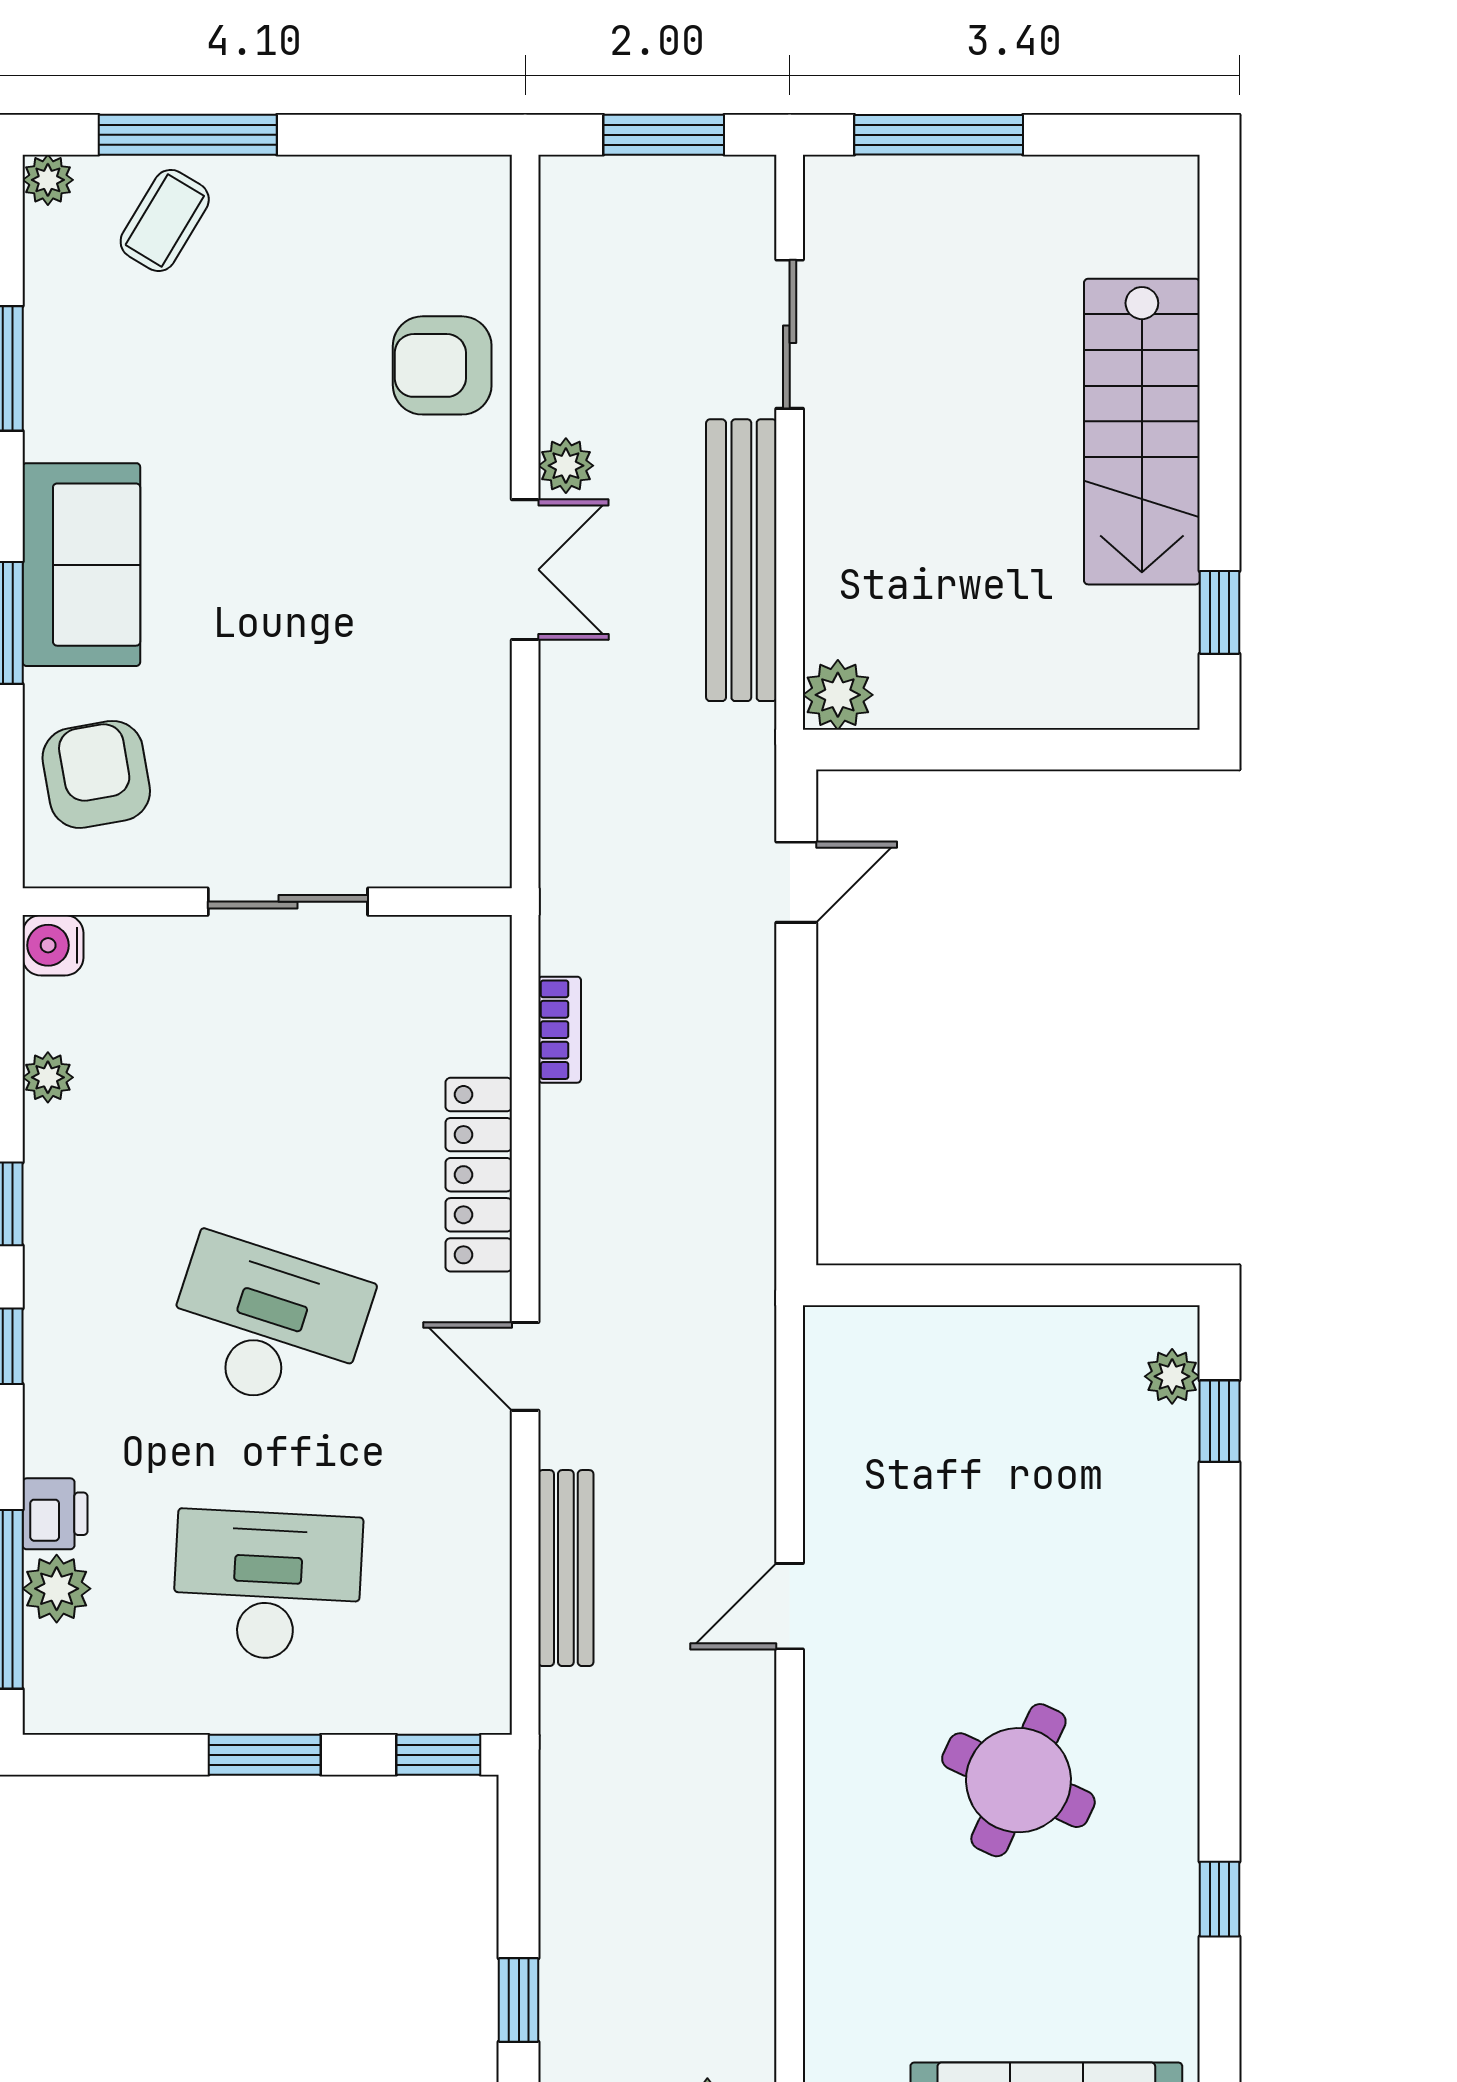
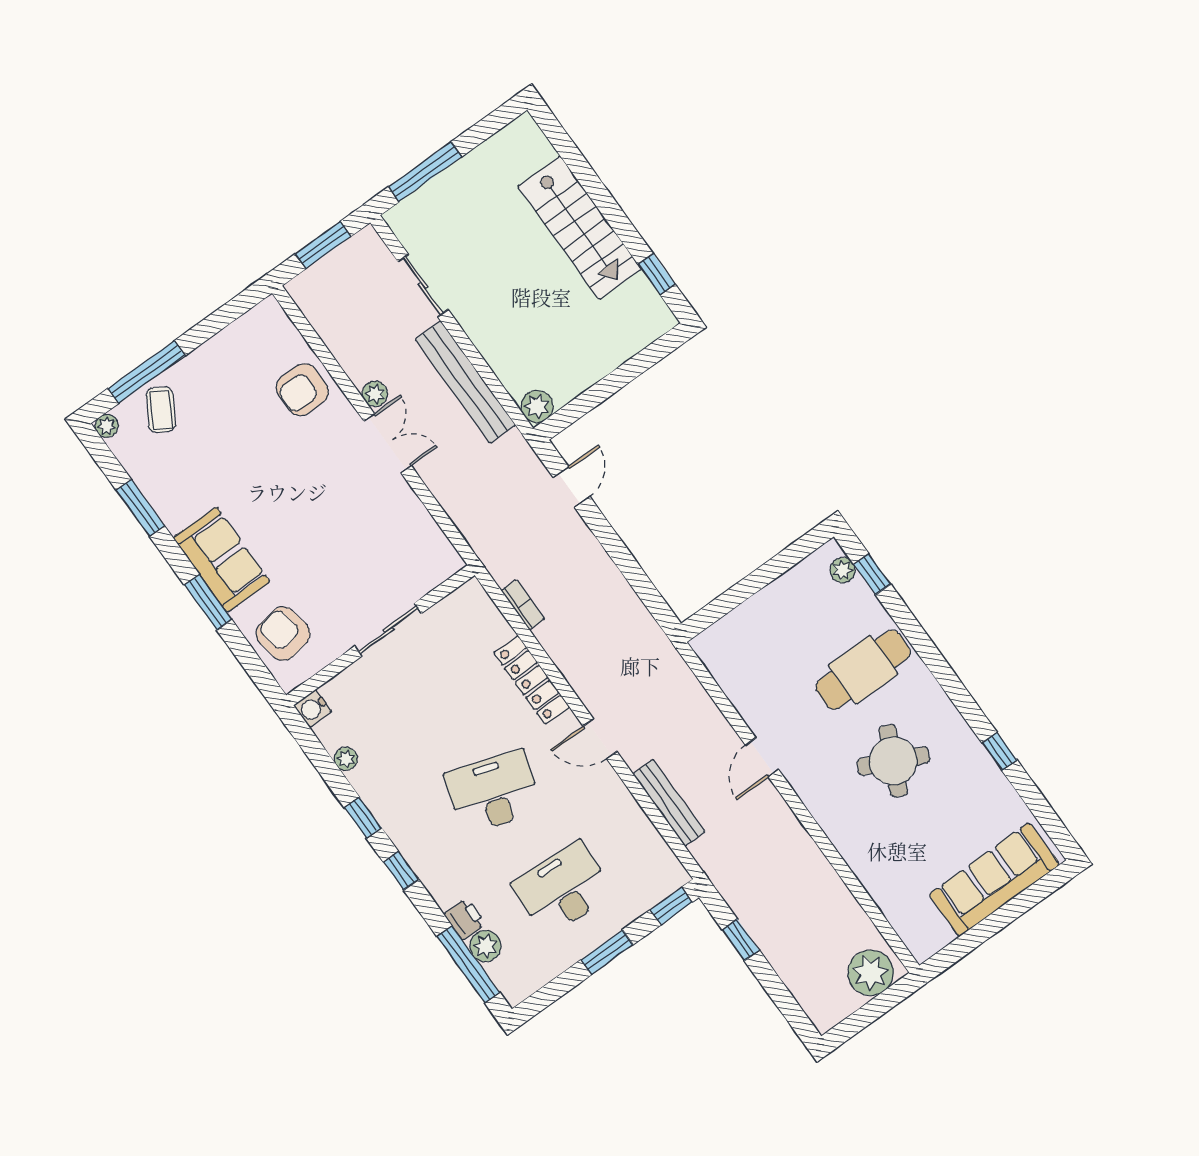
cafe table: (1081, 1579) -> (863, 670), added
window: (519, 2000) -> (741, 940), moved

